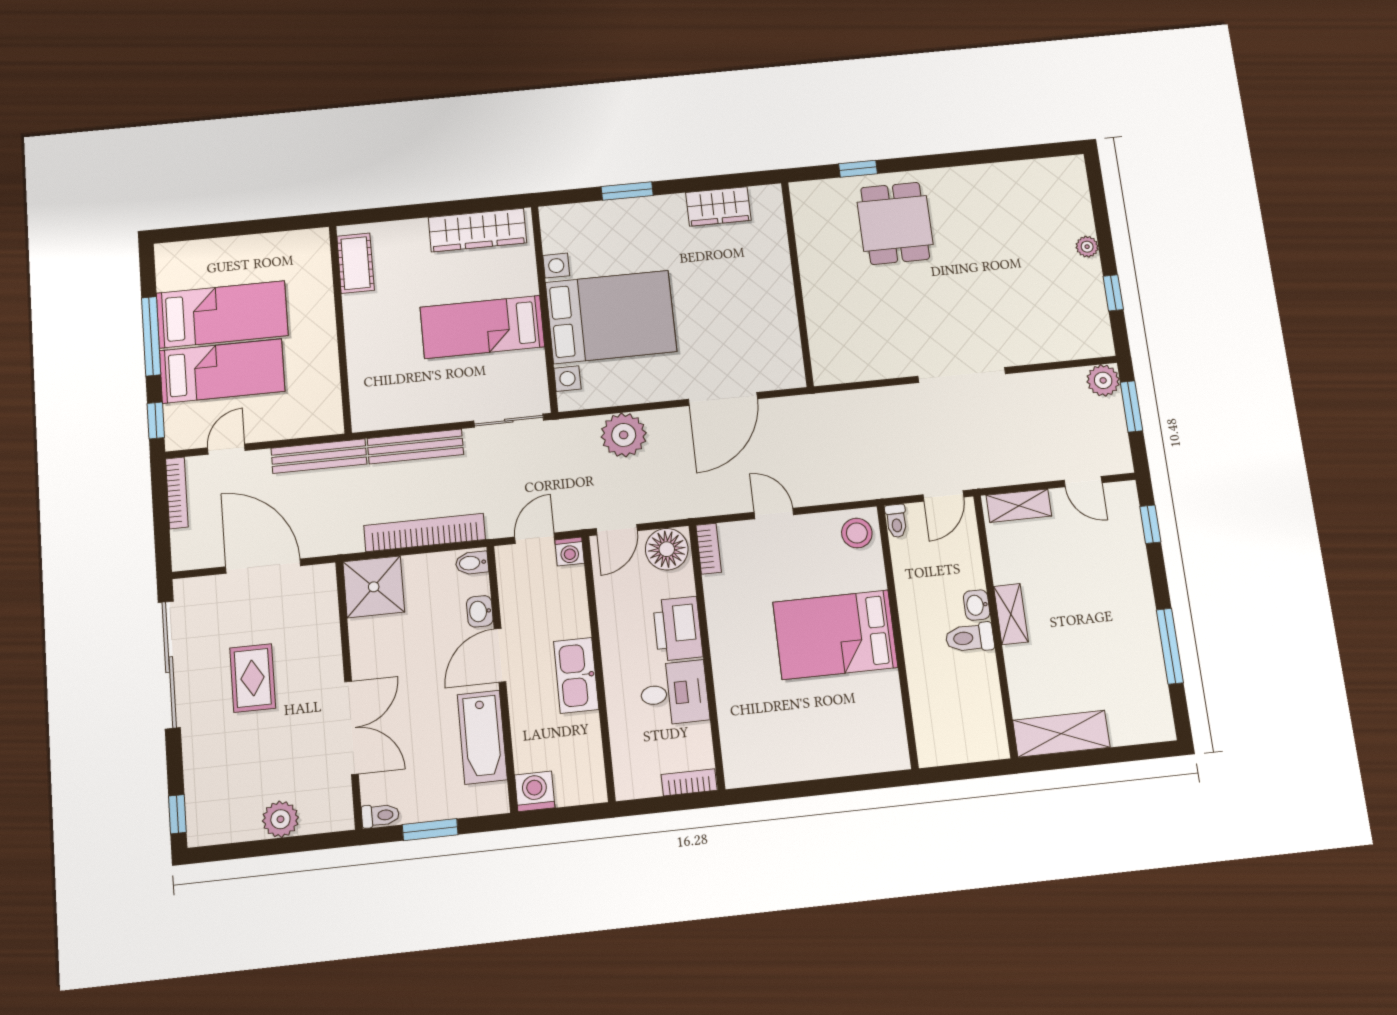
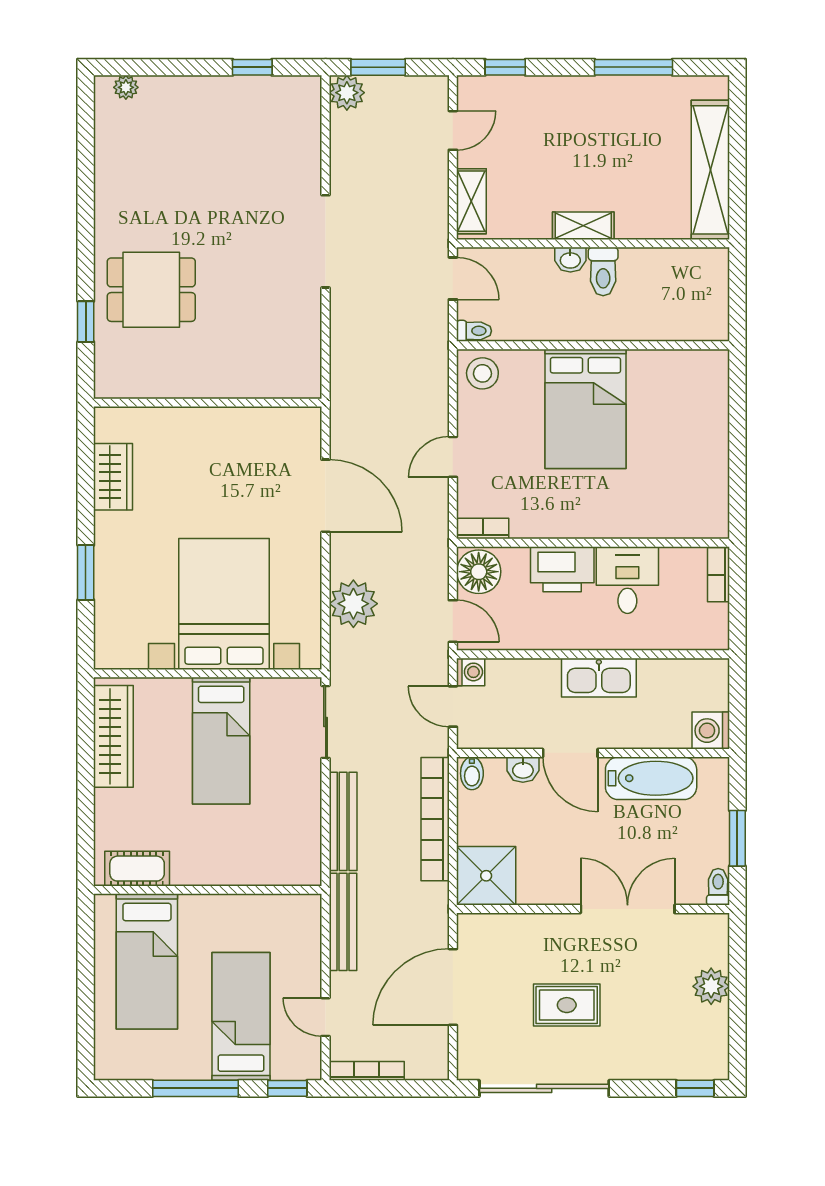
plant: (1087, 247) -> (126, 87), moved
bed: (222, 314) -> (147, 961), moved, turned 180
shelving: (1061, 734) -> (710, 170), width x1.47

